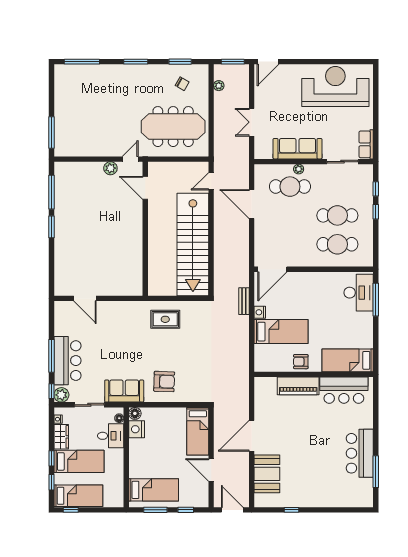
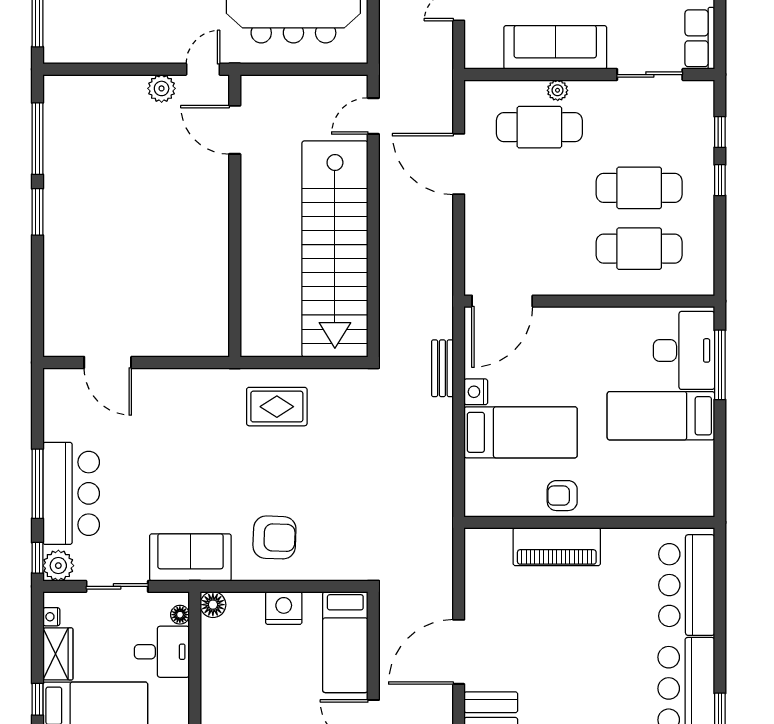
bed: (348, 360) -> (661, 416), moved
bar counter: (344, 390) -> (687, 585), moved, turned 90
nightstand: (137, 429) -> (284, 608), moved, turned 90

